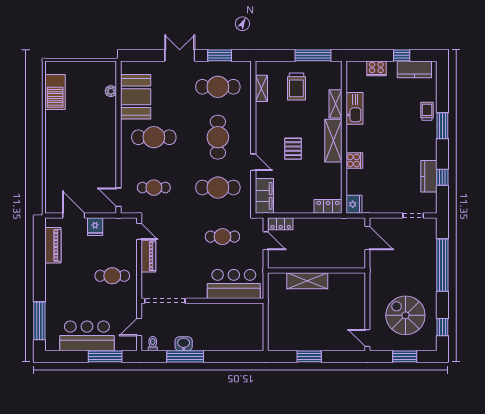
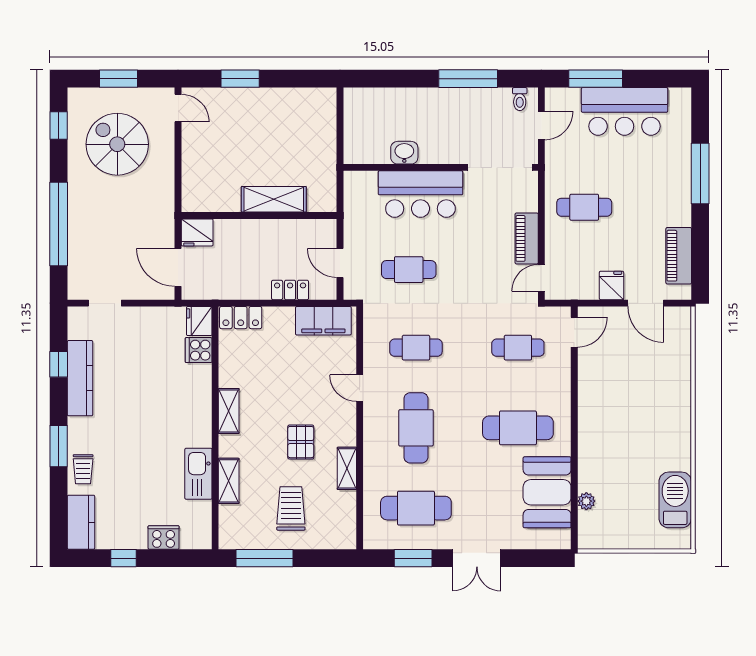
kitchen counter: (414, 69) -> (81, 522), moved, turned 90
shelving: (261, 88) -> (347, 468), moved
shelving: (333, 141) -> (229, 411), width x0.67, depth x0.75
pallet: (293, 149) -> (301, 442), moved
cooker: (354, 160) -> (199, 350), moved
kitchen counter: (429, 176) -> (80, 378), width x1.50
cafe table: (218, 188) -> (416, 348), width x0.73, depth x0.74
filing cabinet: (264, 196) -> (323, 321), moved, turned -90
door: (119, 197) -> (574, 332), hinge flipped
locker: (281, 224) -> (290, 290), moved
door: (139, 231) -> (541, 278), hinge flipped
fridge: (355, 260) -> (197, 232), added
bar counter: (234, 284) -> (420, 194), moved
spiral stairs: (405, 315) -> (117, 144), turned 180
window: (39, 321) -> (700, 174), moved
washbasin: (184, 344) -> (404, 153), moved, turned 180
window: (309, 356) -> (240, 79), moved

